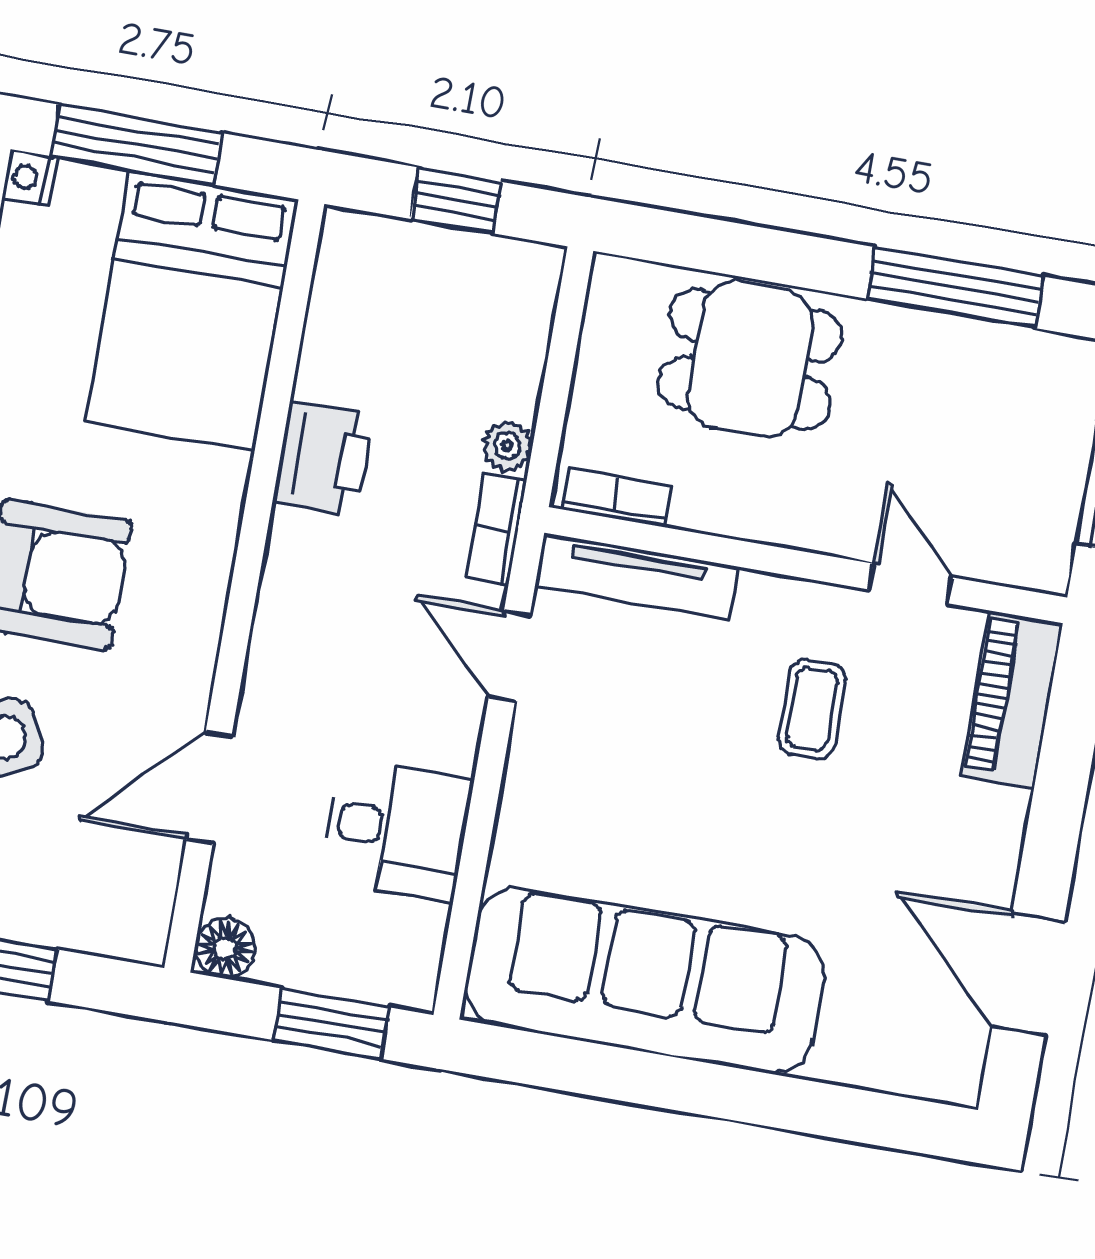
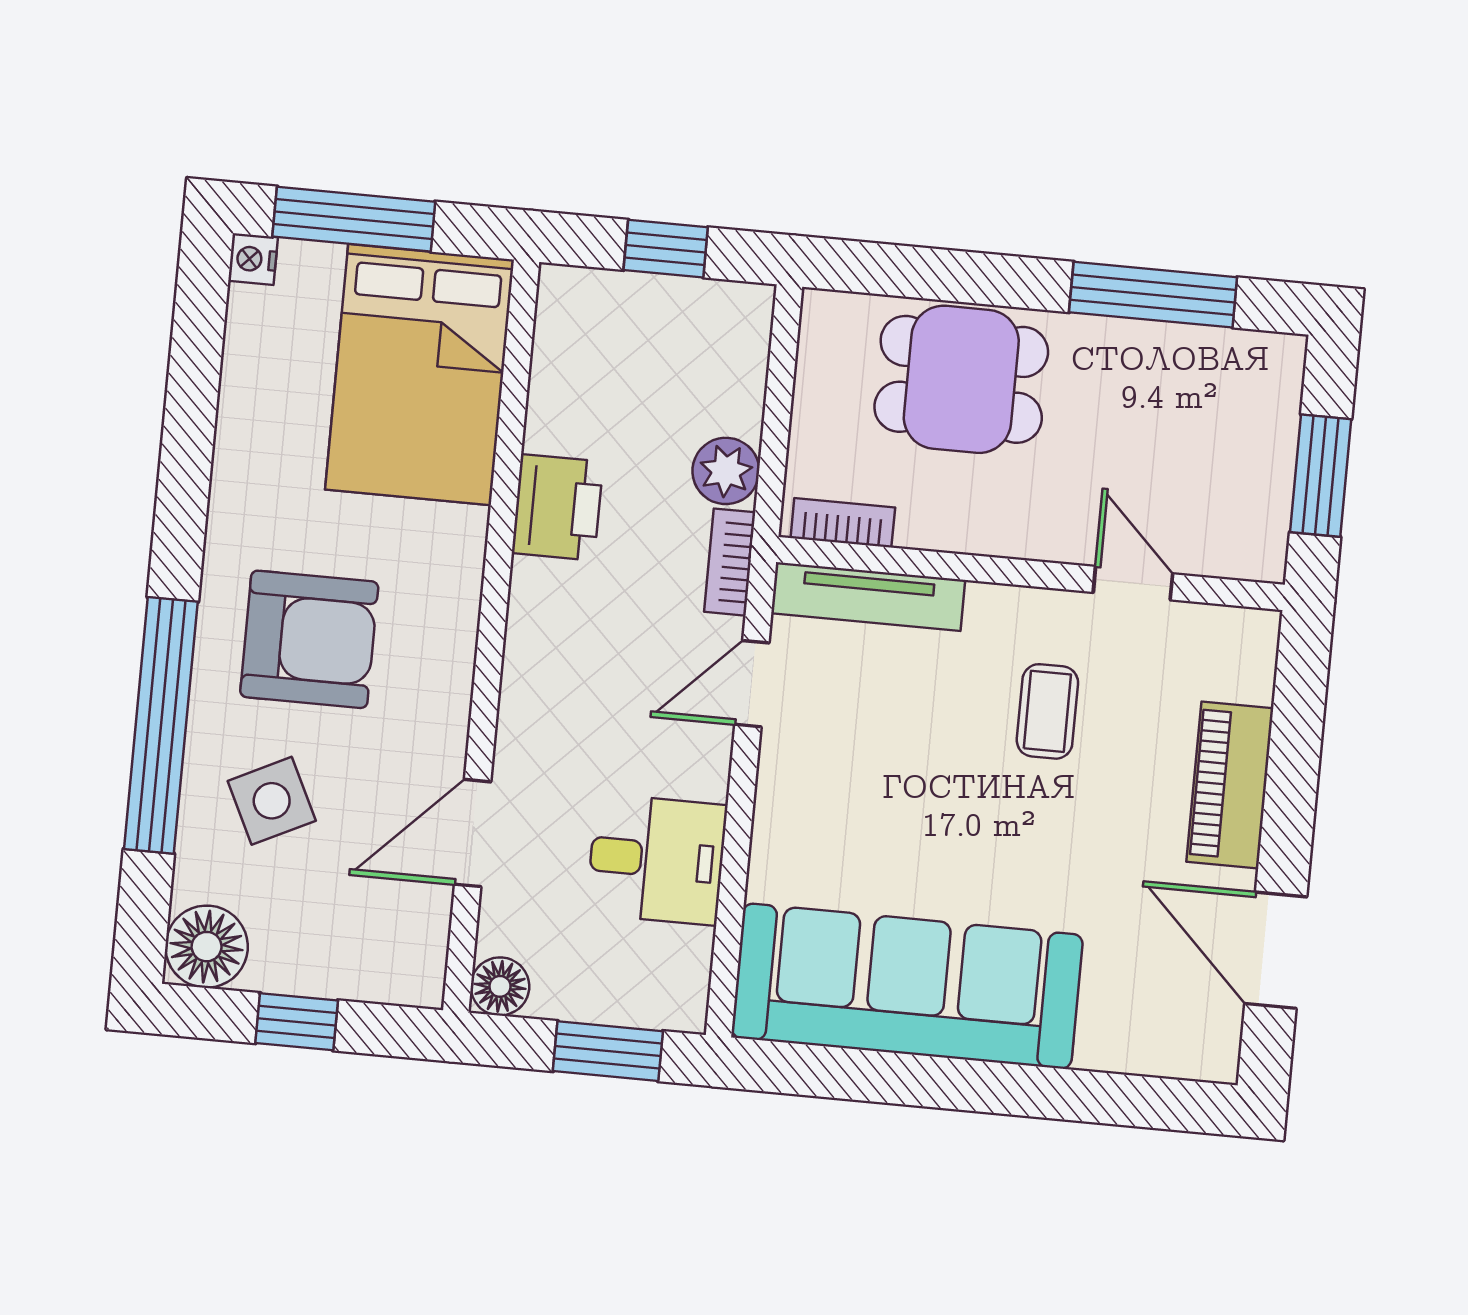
plant: (507, 445) -> (726, 471), width x1.38, depth x1.38
door: (509, 656) -> (752, 684), hinge flipped
piano: (1012, 699) -> (1230, 785), moved

